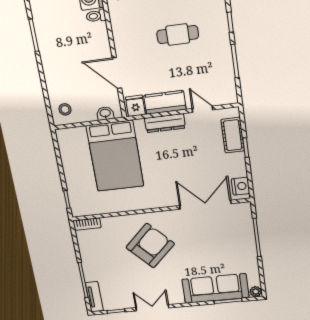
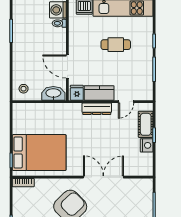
door: (202, 109) -> (126, 102), swing flipped
washbasin: (105, 113) -> (53, 93), width x1.91, depth x1.45
bed: (115, 156) -> (39, 153), moved, turned -90
nightstand: (241, 186) -> (147, 145), moved
double door: (205, 205) -> (103, 177), moved

